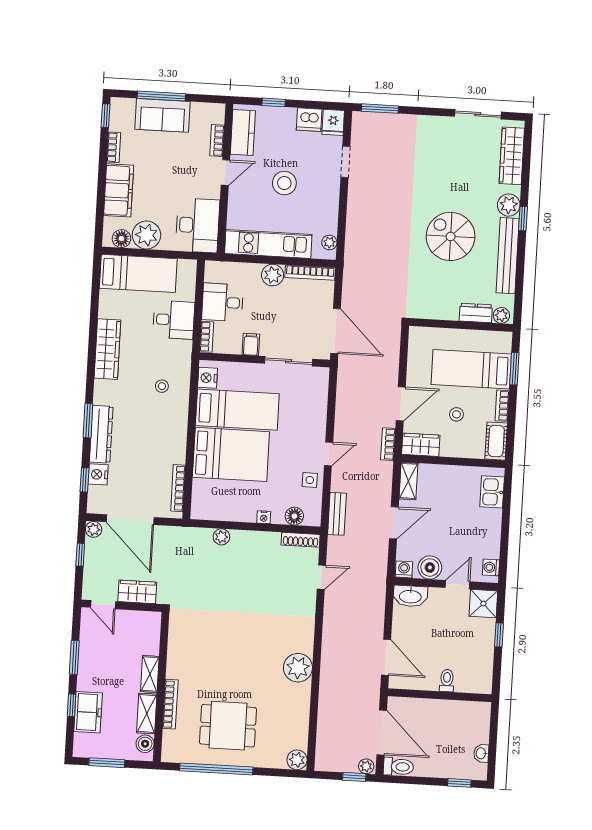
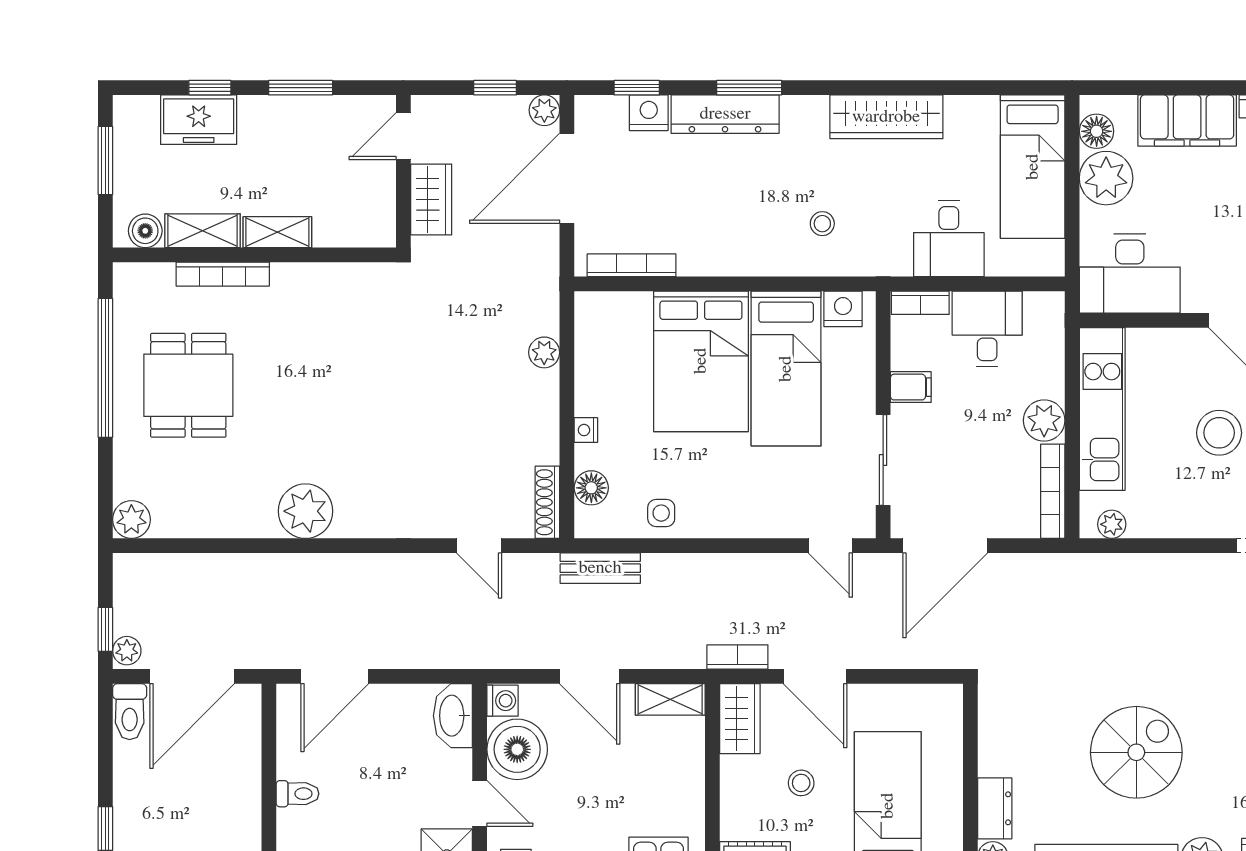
door: (329, 454) -> (830, 546), moved
boiler: (430, 567) -> (517, 749), width x1.37, depth x1.37

